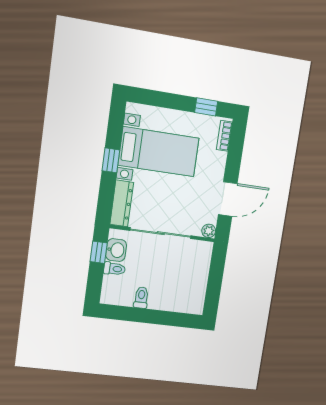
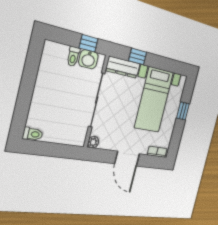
window: (206, 107) -> (183, 111), moved
window: (111, 160) -> (138, 57), moved
door: (228, 199) -> (127, 159), moved
toilet: (141, 298) -> (33, 134), moved

